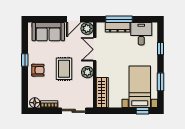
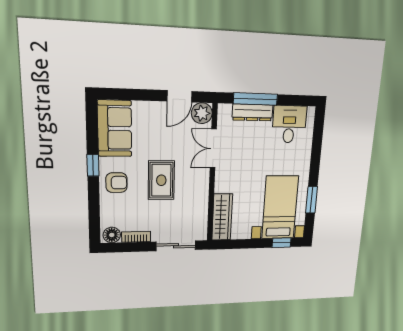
sofa: (48, 32) -> (115, 128), moved, turned -90
window: (160, 49) -> (316, 149), removed
plant: (87, 72) -> (200, 186), removed

